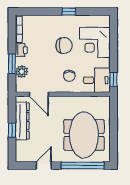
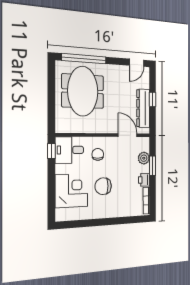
window: (69, 12) -> (98, 222), removed
door: (44, 165) -> (137, 63), moved

